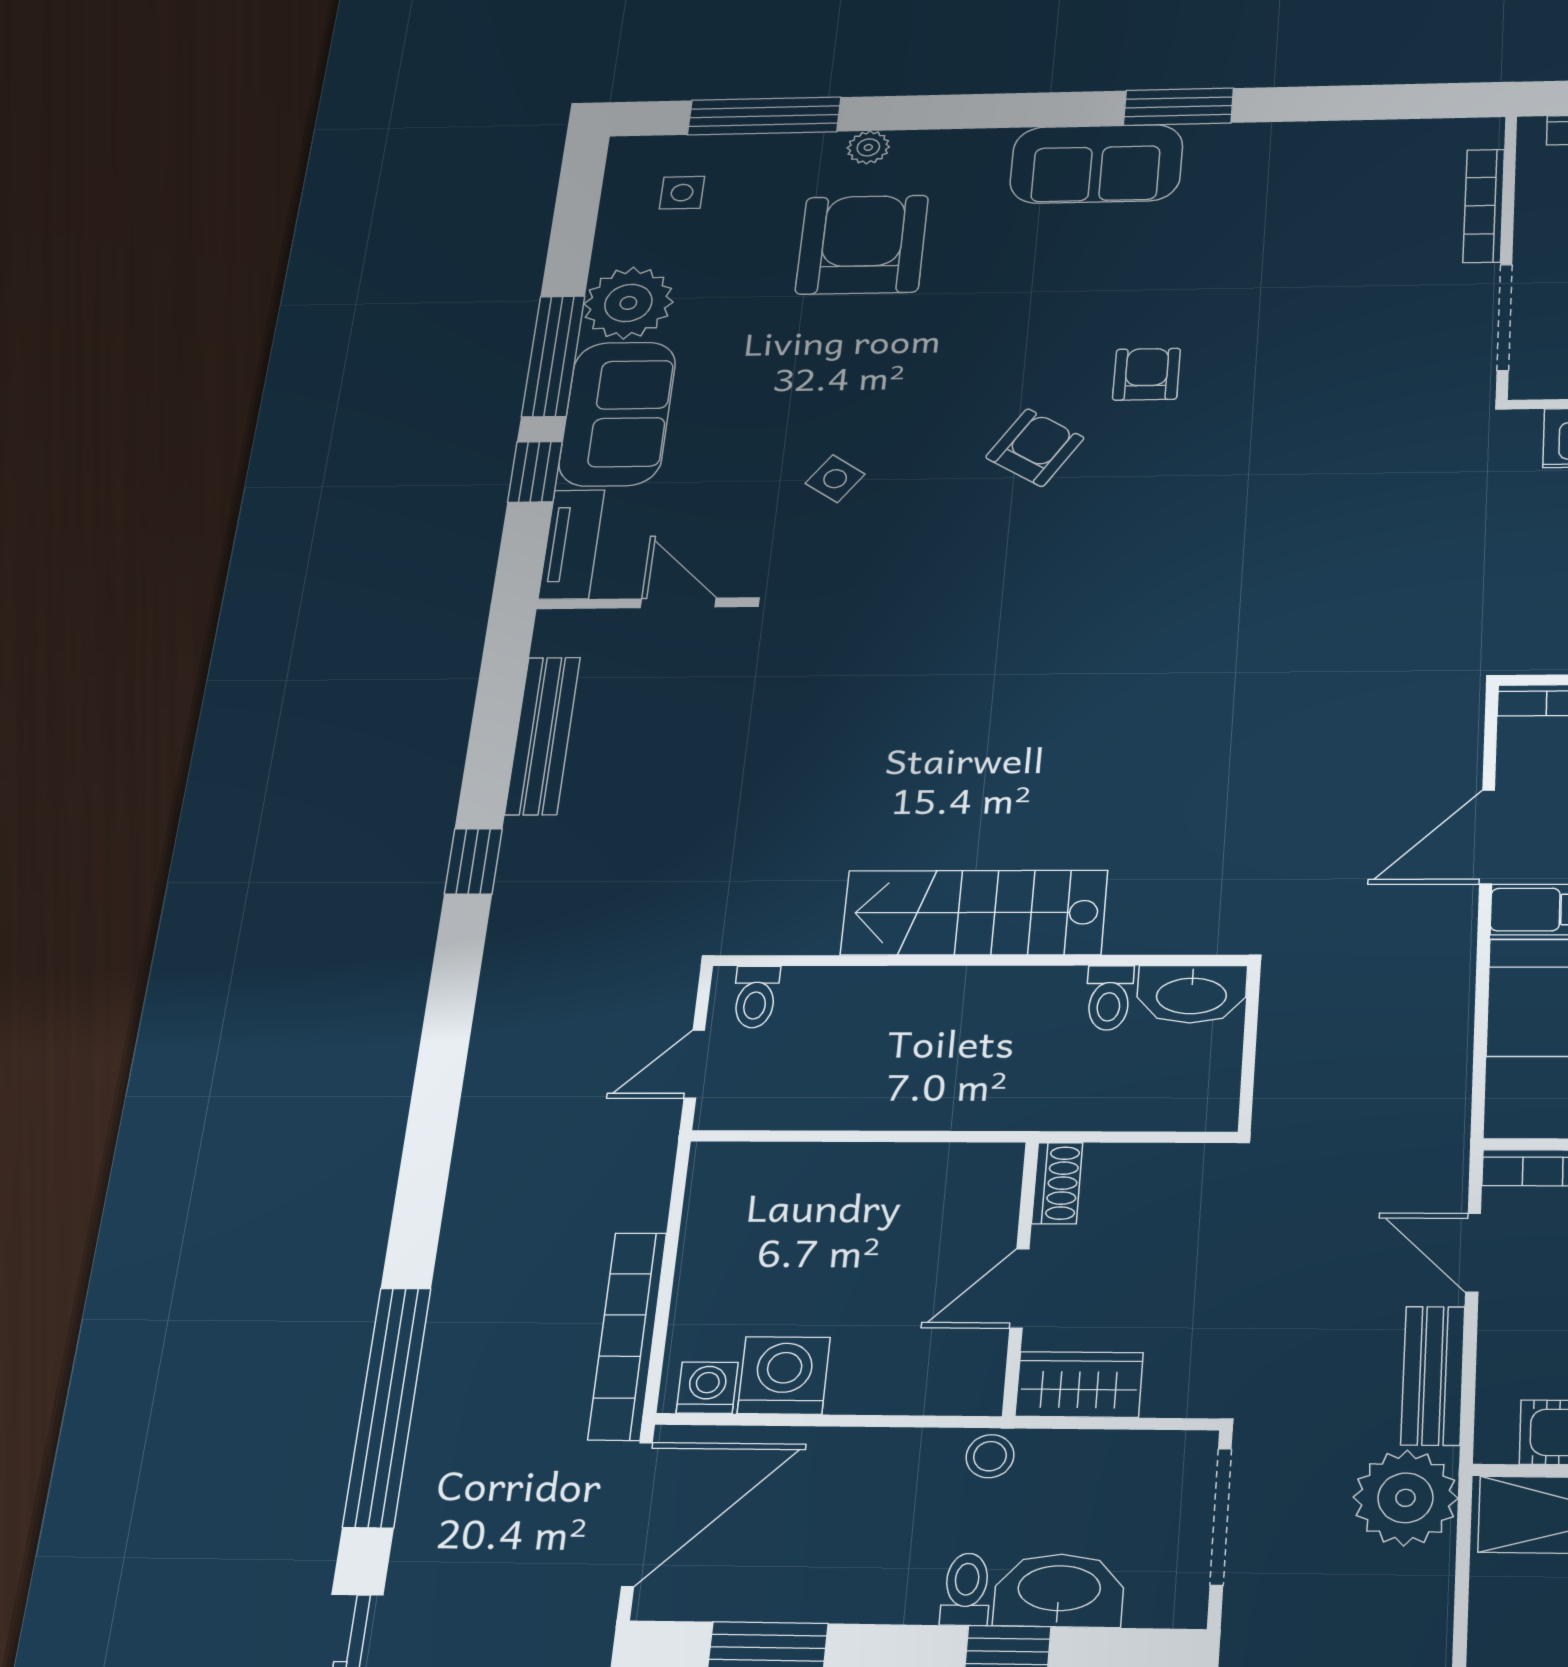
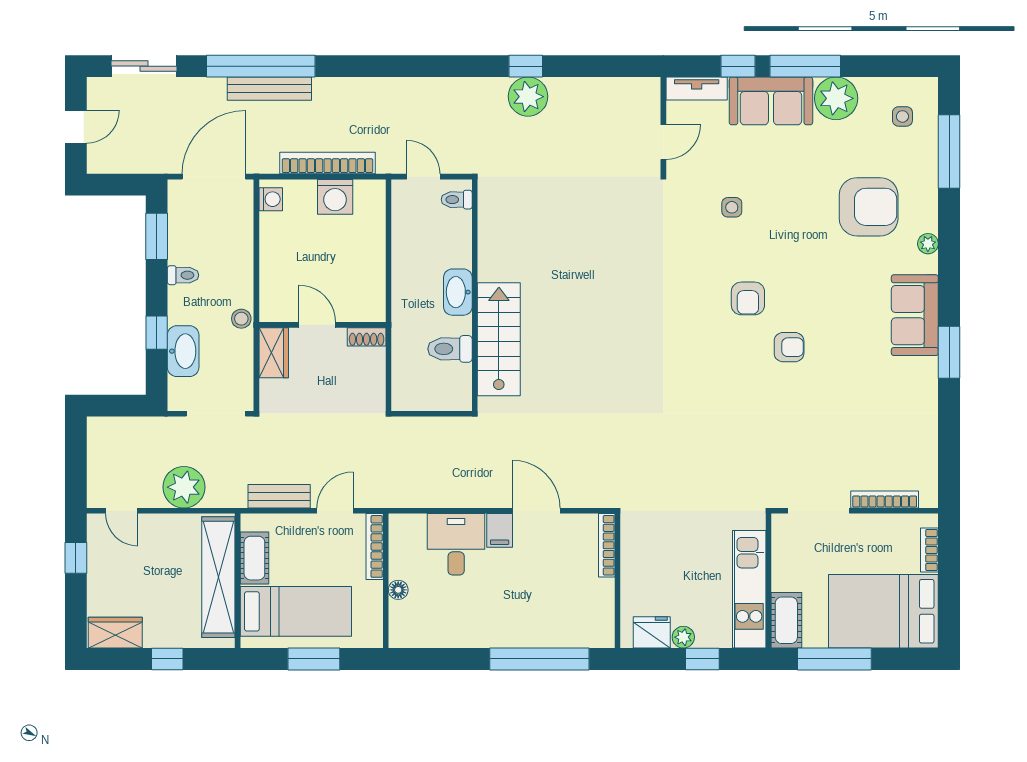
plant: (868, 147) -> (928, 244), moved
armchair: (1035, 448) -> (748, 298), turned 58
side table: (835, 479) -> (732, 207), turned -35
bench: (543, 736) -> (269, 89), moved
plant: (542, 857) -> (528, 97), added
stairs: (974, 913) -> (499, 339), moved
washbasin: (1192, 994) -> (458, 292), moved
toilet: (1109, 998) -> (450, 349), width x1.37, depth x1.39
bookcase: (628, 1336) -> (328, 163), moved
washing machine: (784, 1375) -> (335, 197), moved, turned 90
plant: (1405, 1498) -> (184, 487), moved
door: (637, 1514) -> (214, 177), swing flipped
toilet: (966, 1589) -> (183, 275), moved

